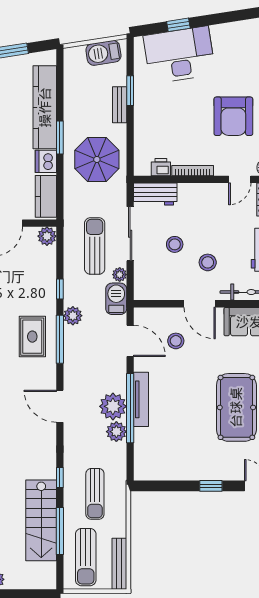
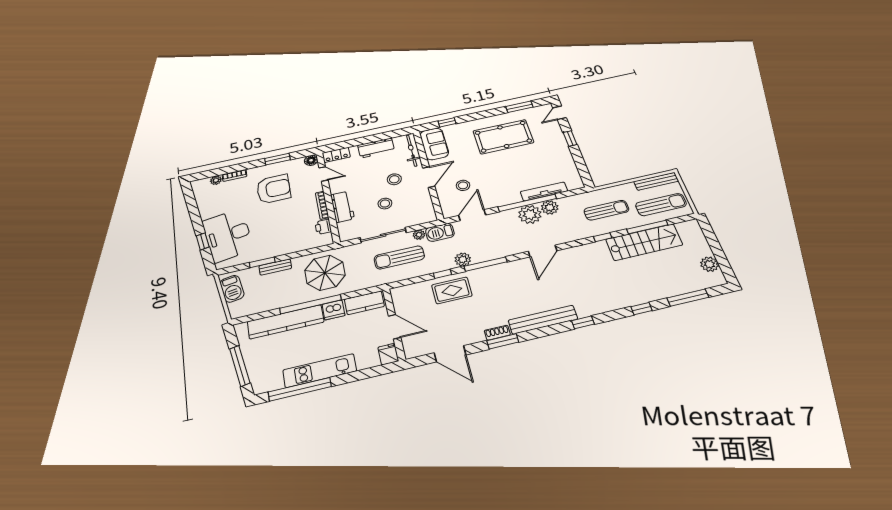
window: (60, 138) -> (311, 304), width x2.11
workbench: (155, 194) -> (342, 207), moved
plant: (47, 236) -> (399, 294), removed
rug: (32, 337) -> (452, 290), moved
tv unit: (141, 399) -> (544, 191), moved

